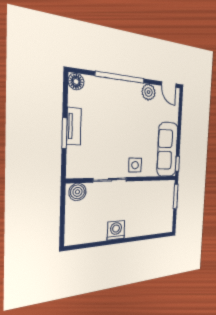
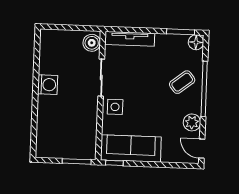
door: (169, 85) -> (202, 149), hinge flipped
coffee table: (114, 99) -> (182, 82), added
tv unit: (74, 126) -> (130, 39), moved, width x1.41
window: (64, 133) -> (181, 32), moved

